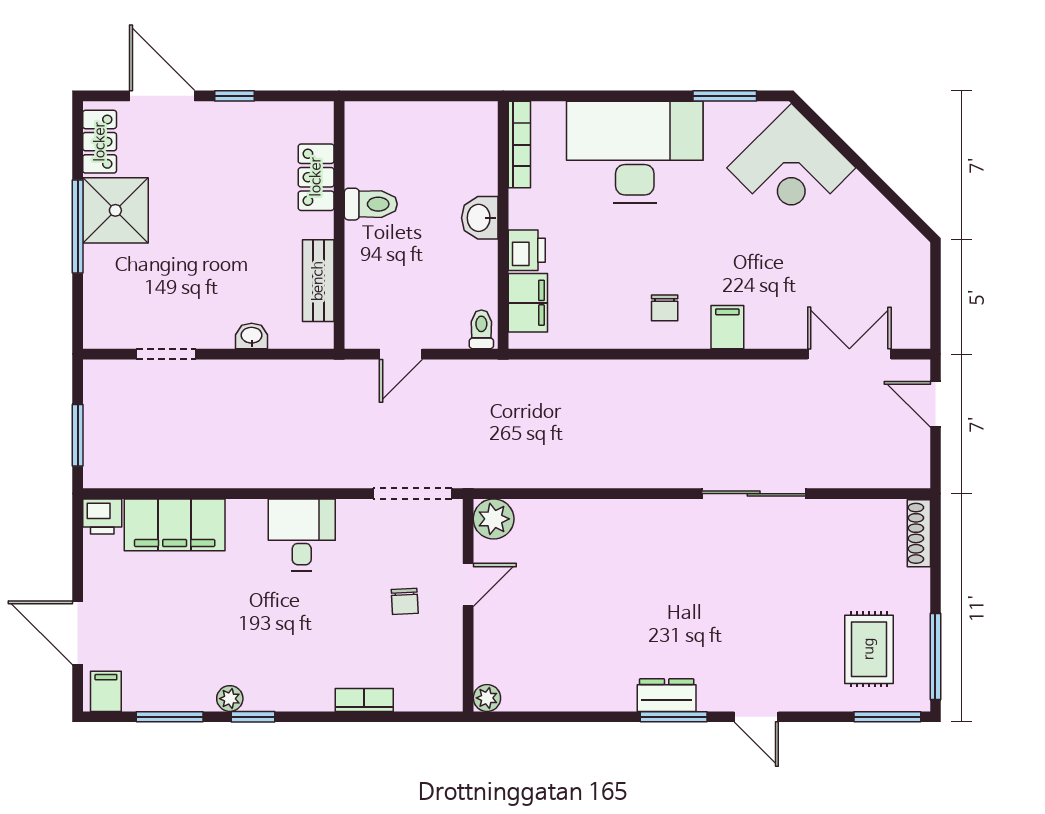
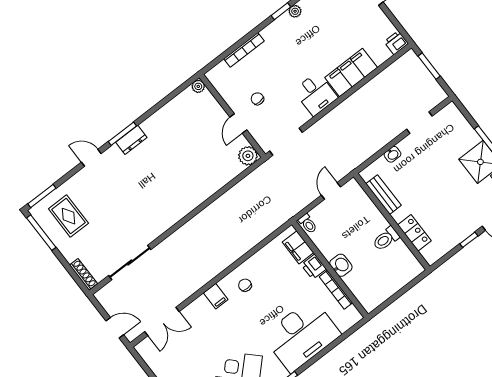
bookcase: (519, 145) -> (336, 290), moved
sliding door: (754, 494) -> (130, 262), moved
filing cabinet: (175, 525) -> (351, 73), moved
bookcase: (364, 700) -> (244, 50), width x1.56

